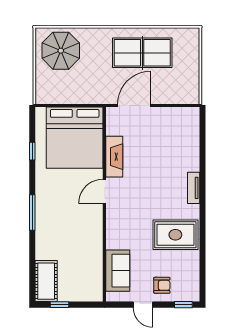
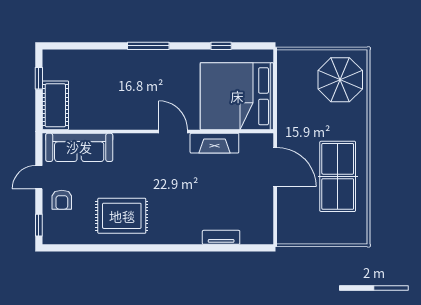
tv unit: (194, 188) -> (221, 237), moved
rug: (175, 235) -> (122, 216), turned 90
sofa: (118, 271) -> (79, 147), width x1.36
cot: (46, 281) -> (55, 105), moved, turned 90

